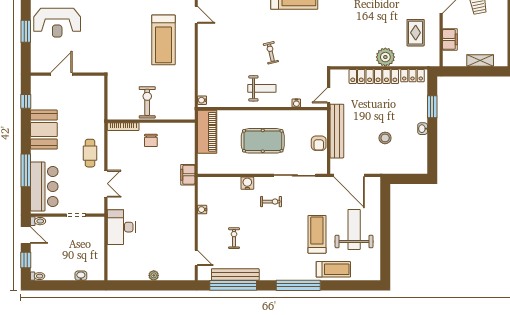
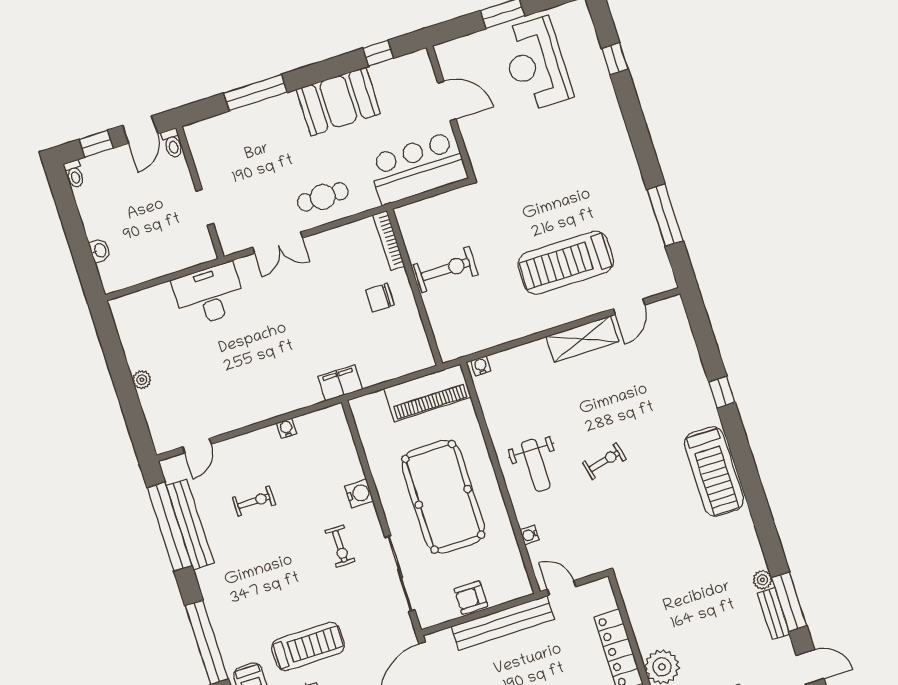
shelving: (205, 44) -> (582, 339), added
pool table: (263, 141) -> (443, 497), width x1.36, depth x1.32
bar counter: (44, 187) -> (418, 168), moved, turned 180

